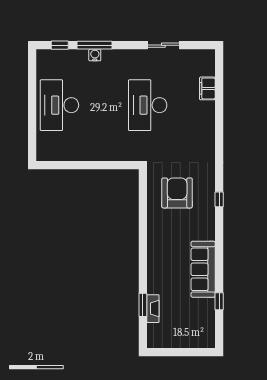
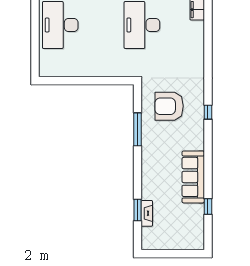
armchair: (177, 193) -> (169, 106), turned -90
window: (143, 218) -> (138, 129), added

